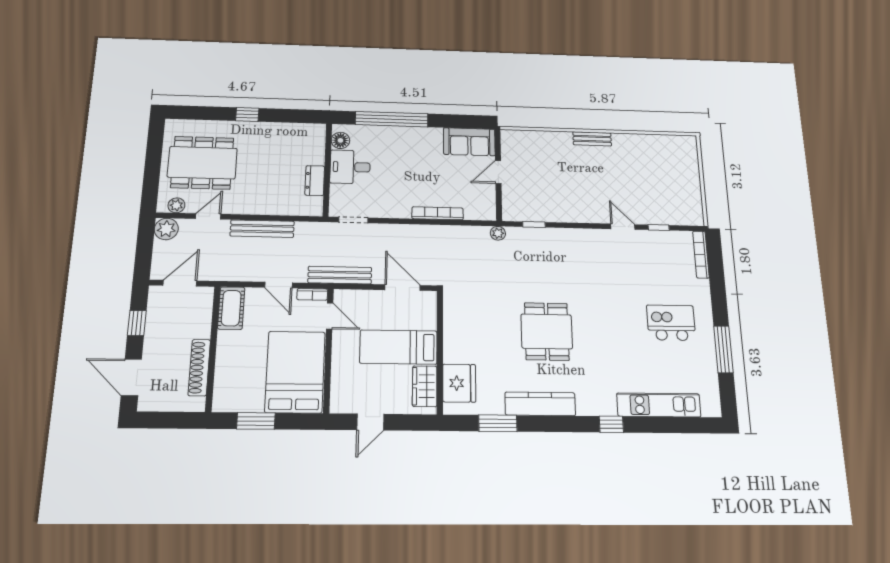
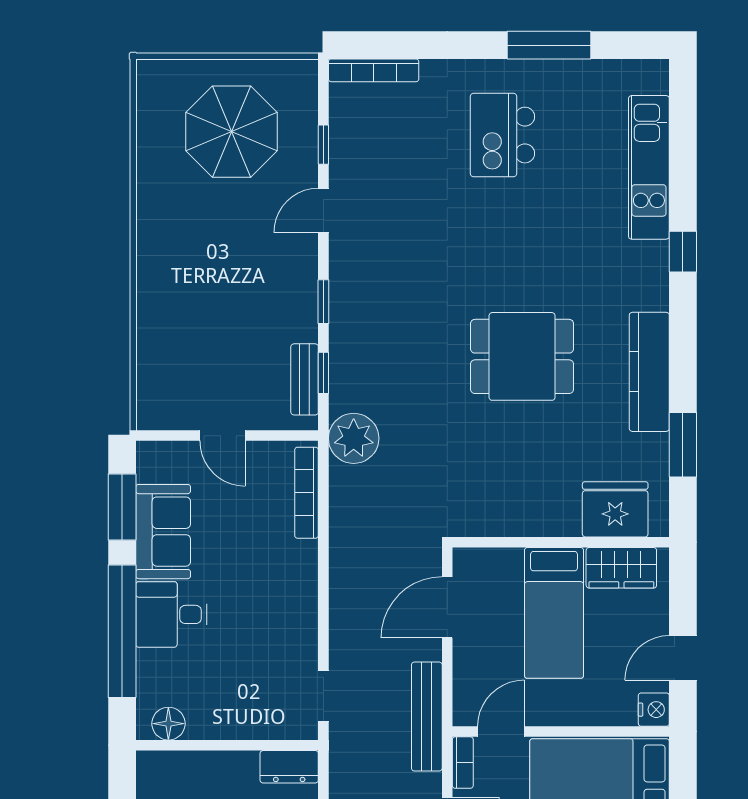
window: (459, 121) -> (122, 507), added
bench: (592, 139) -> (305, 379), moved
sofa: (469, 142) -> (163, 532), moved
desk: (350, 167) -> (171, 614), moved, turned 90
dresser: (315, 181) -> (289, 767), moved
parasol: (662, 181) -> (231, 132), added
bookcase: (438, 213) -> (306, 493), moved
window: (573, 225) -> (323, 302), added
plant: (498, 233) -> (354, 438), width x1.88, depth x1.88
nightstand: (340, 404) -> (654, 710), added
door: (370, 422) -> (683, 658), swing flipped

